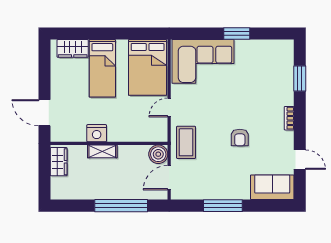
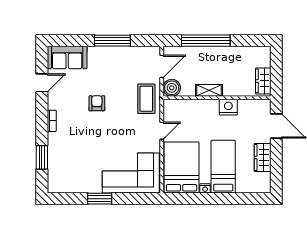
nightstand: (122, 45) -> (205, 188), added
wardrobe: (73, 48) -> (263, 157), moved, turned -90
shelving: (102, 151) -> (209, 90), moved
door: (300, 160) -> (42, 83), swing flipped

